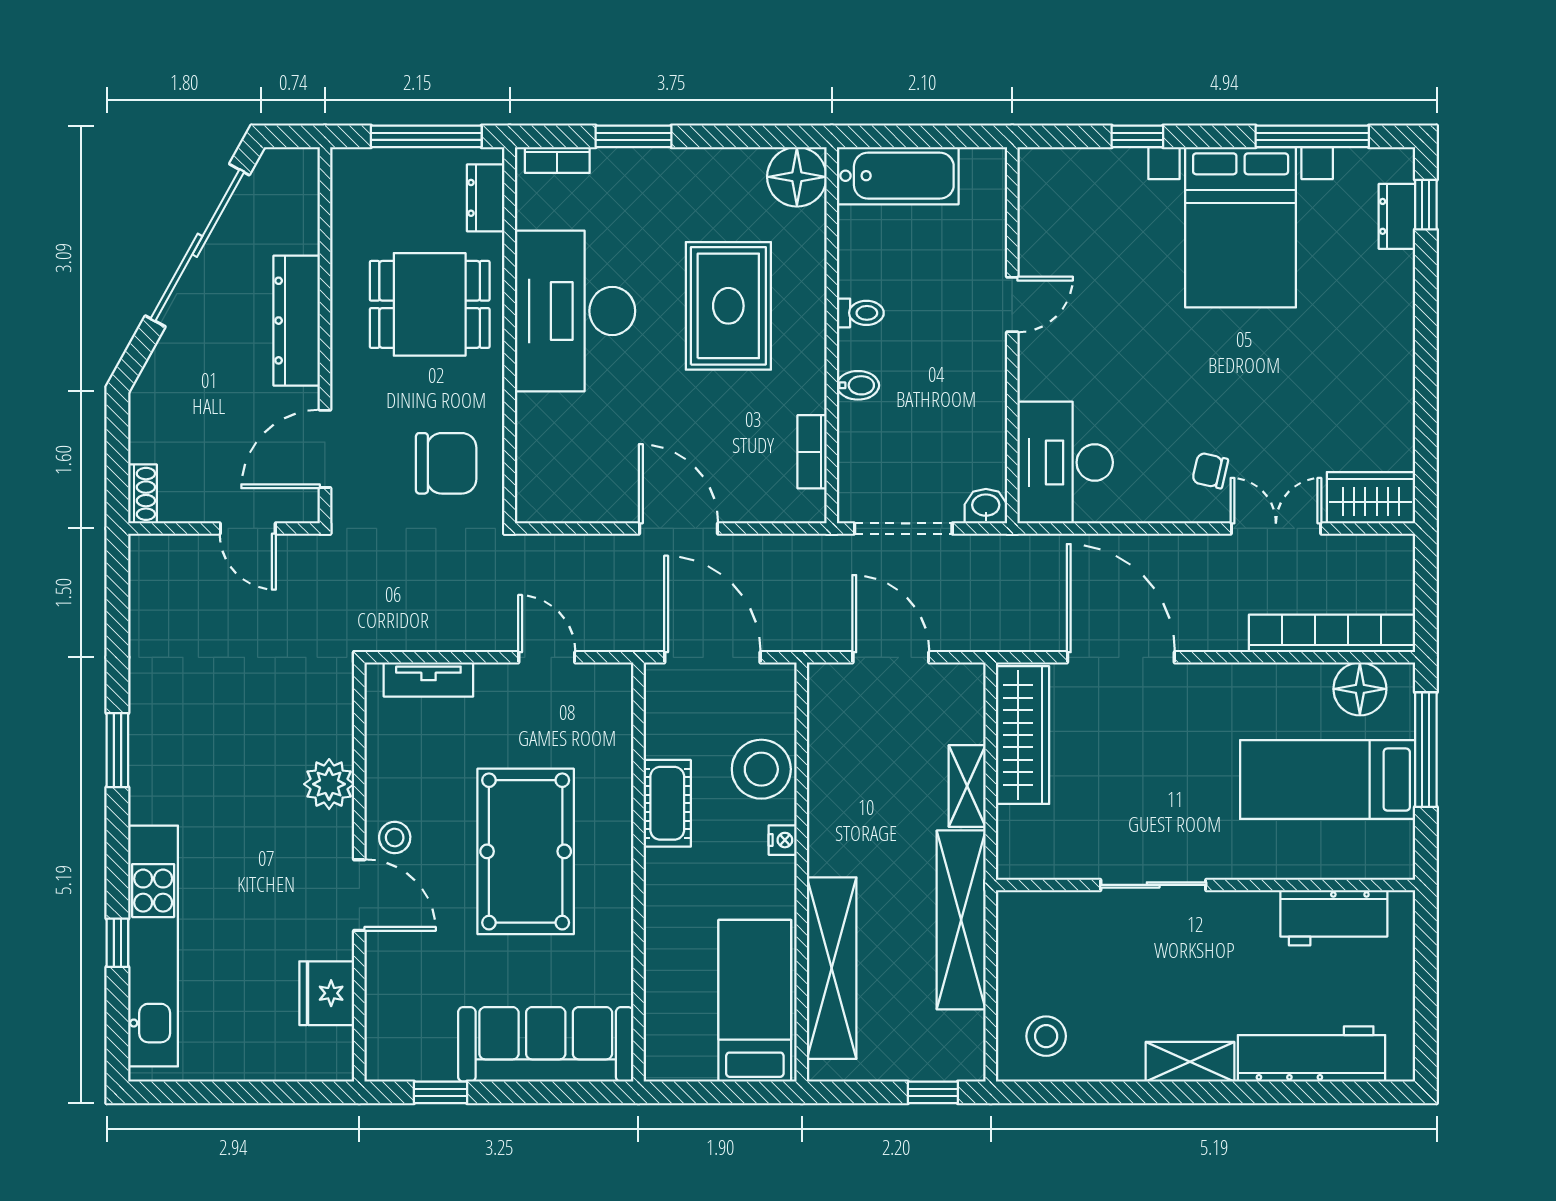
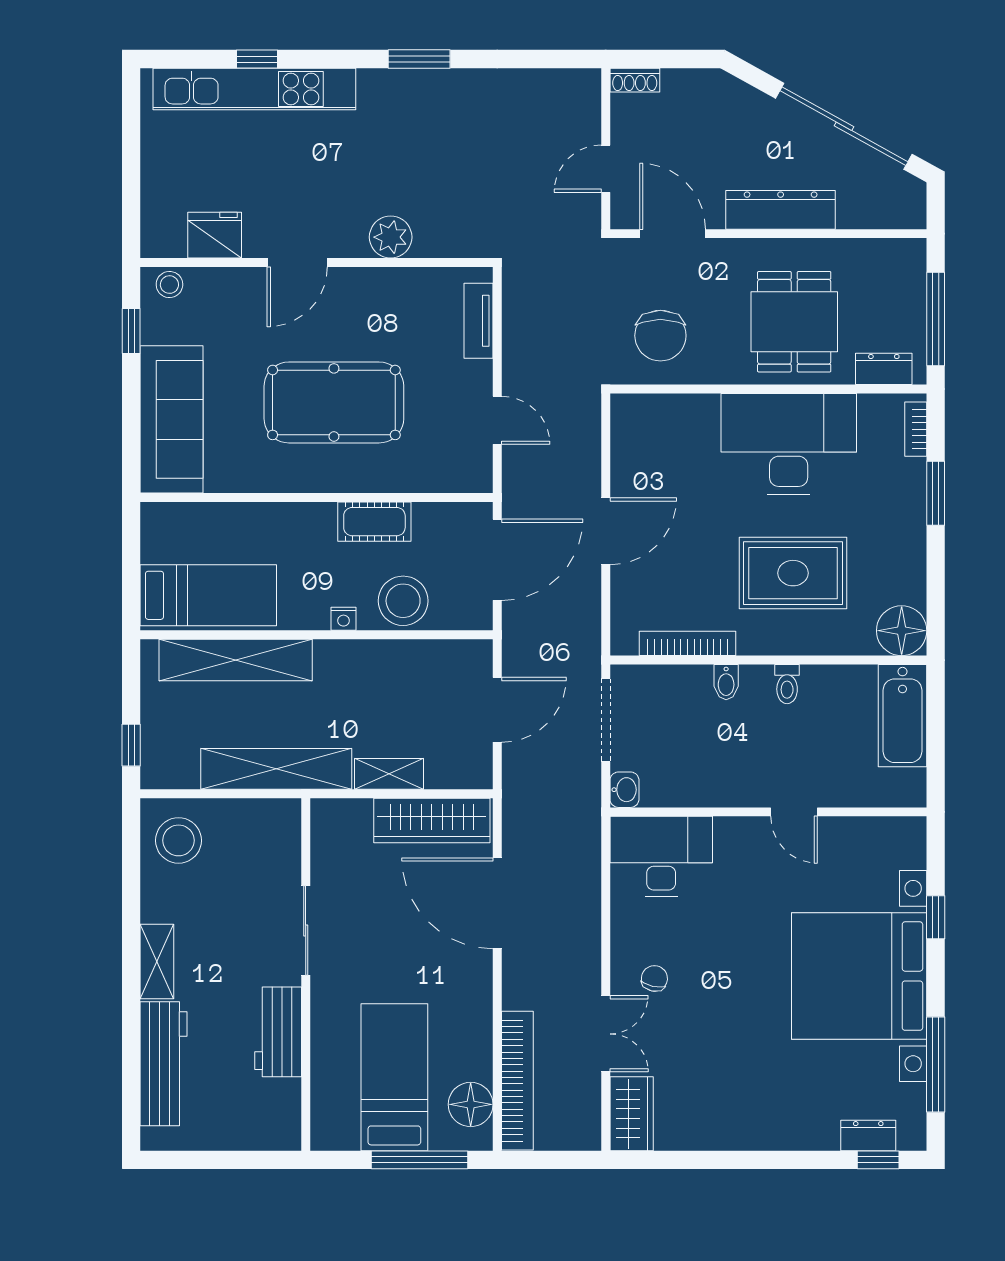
bed with nightstands: (1241, 227) -> (859, 976), width x1.36
bookcase: (812, 452) -> (688, 643), width x1.56
door: (547, 657) -> (497, 420), hinge flipped
door: (1121, 657) -> (497, 903), swing flipped
stool: (395, 837) -> (169, 285), moved
workbench: (1334, 918) -> (278, 1032), moved
stool: (1046, 1036) -> (178, 840), width x1.38, depth x1.38

